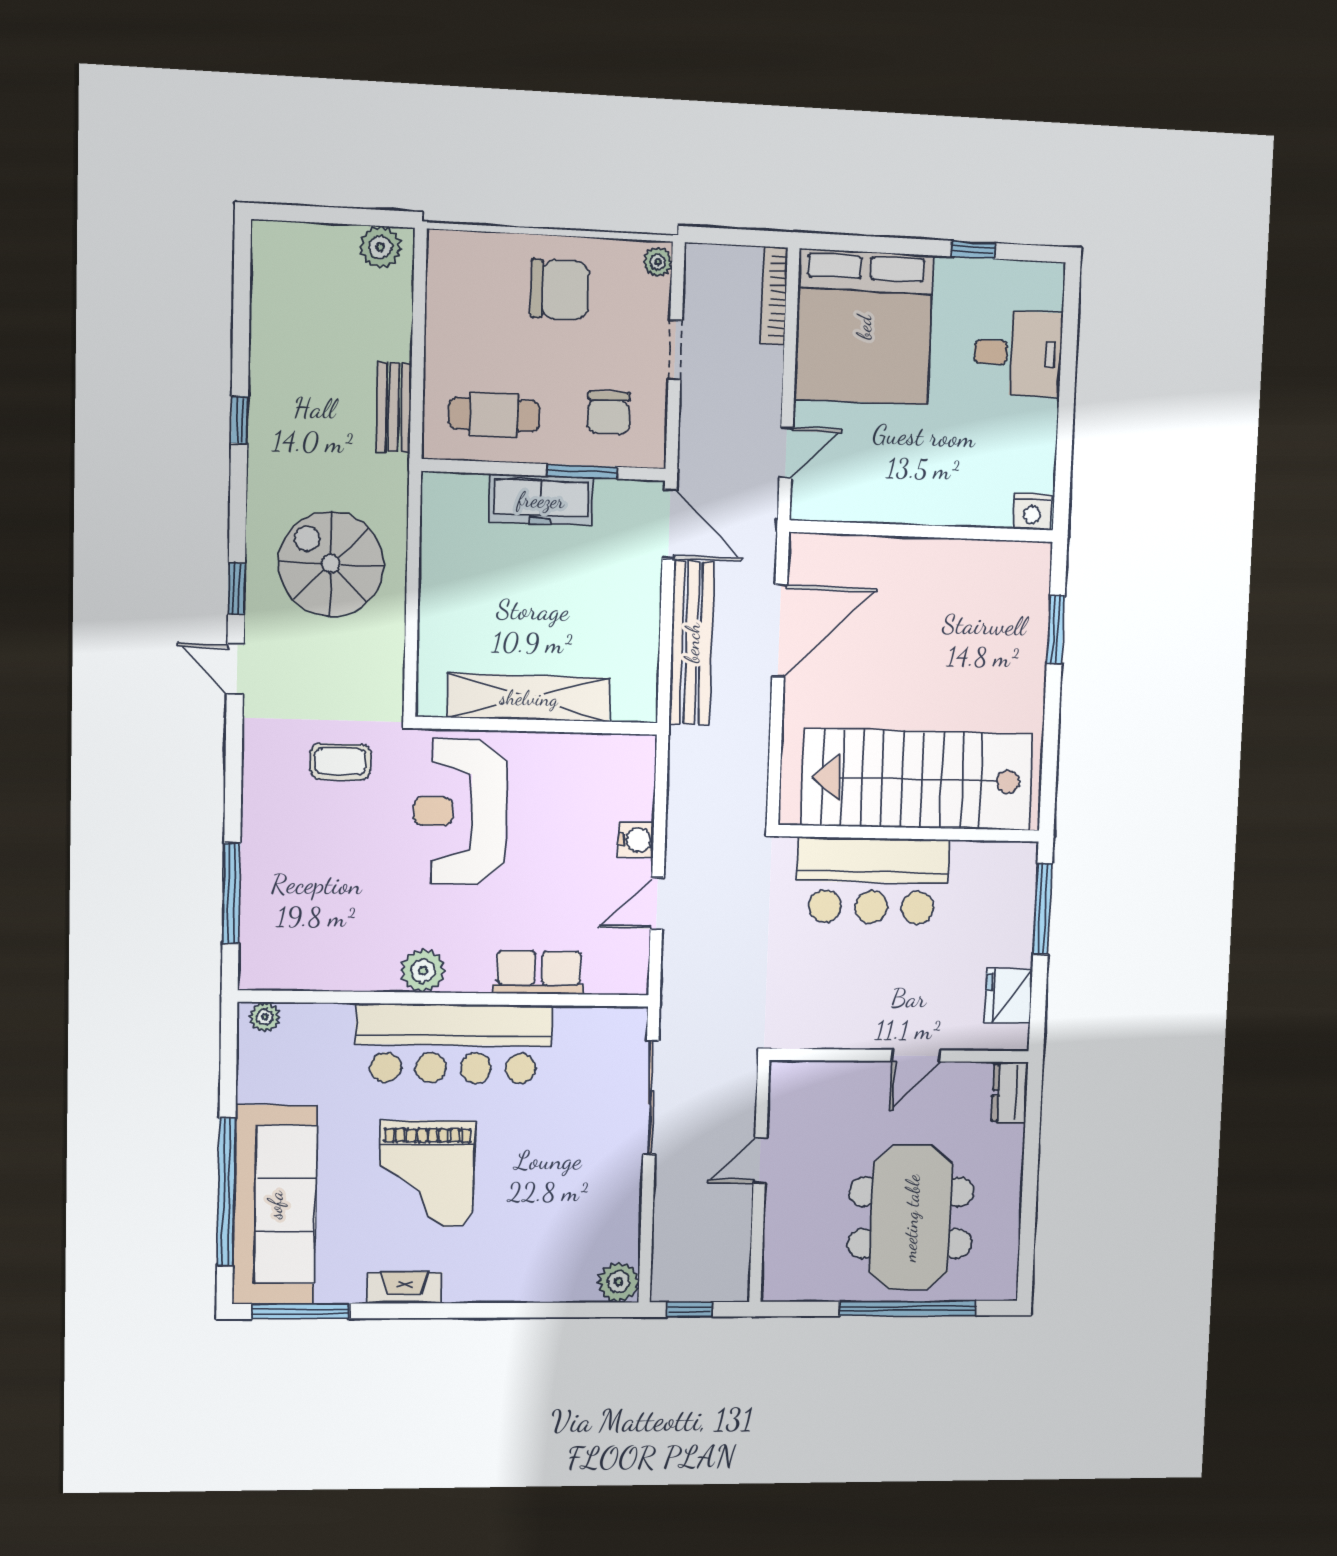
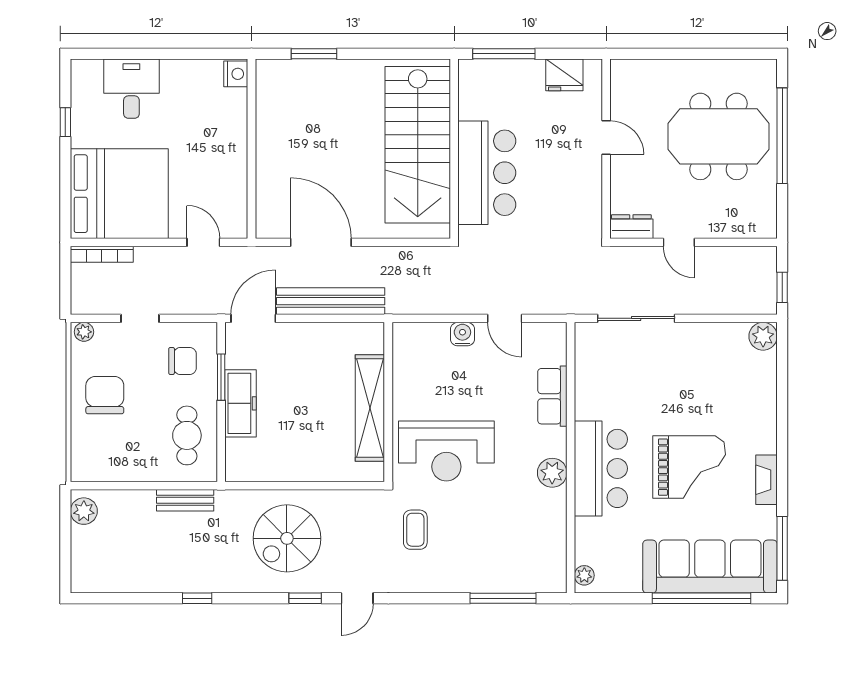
bar counter: (454, 1044) -> (601, 468), width x0.73
dresser: (1010, 1093) -> (631, 227), moved, turned 180

